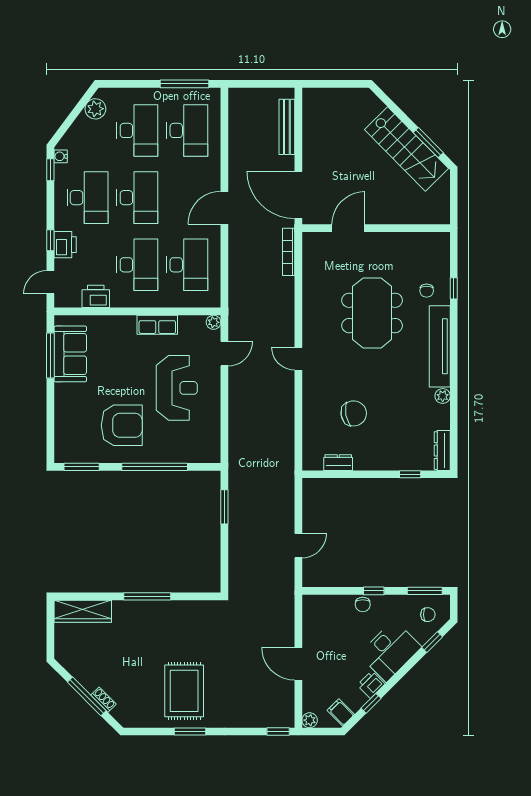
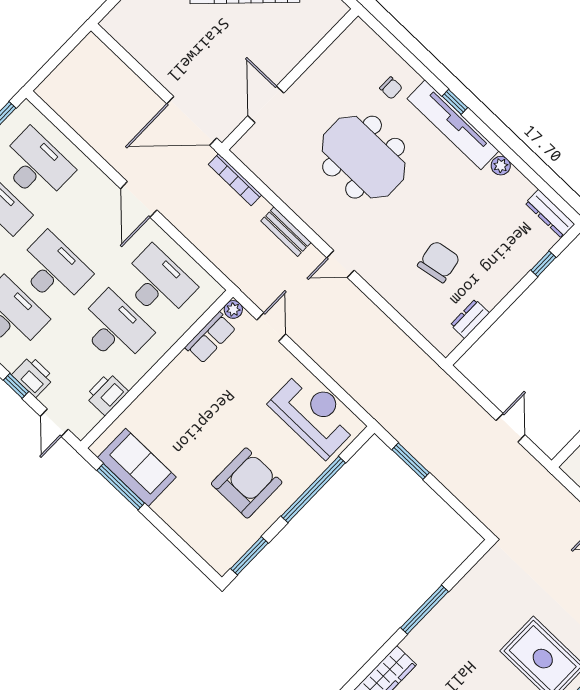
bench: (287, 127) -> (286, 232), moved, width x0.73
window: (454, 288) -> (455, 102), moved
row of seats: (157, 325) -> (210, 338), moved
reception desk: (177, 388) -> (314, 414), moved

